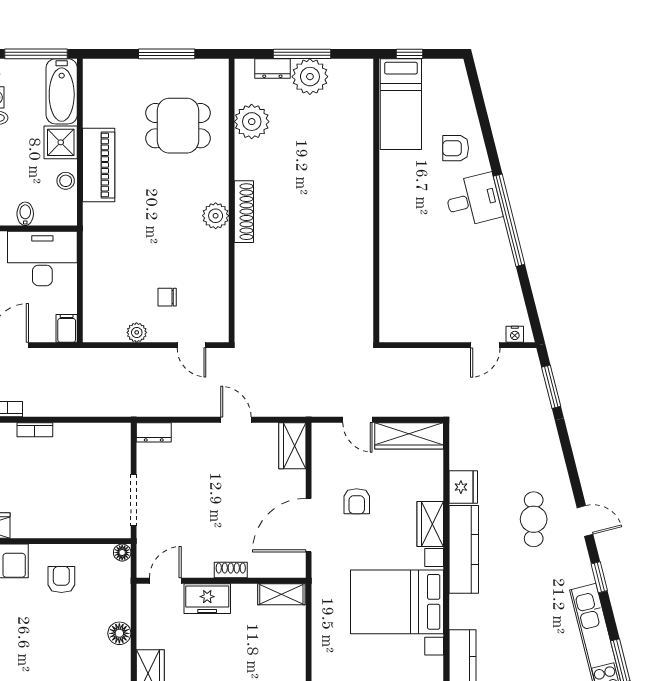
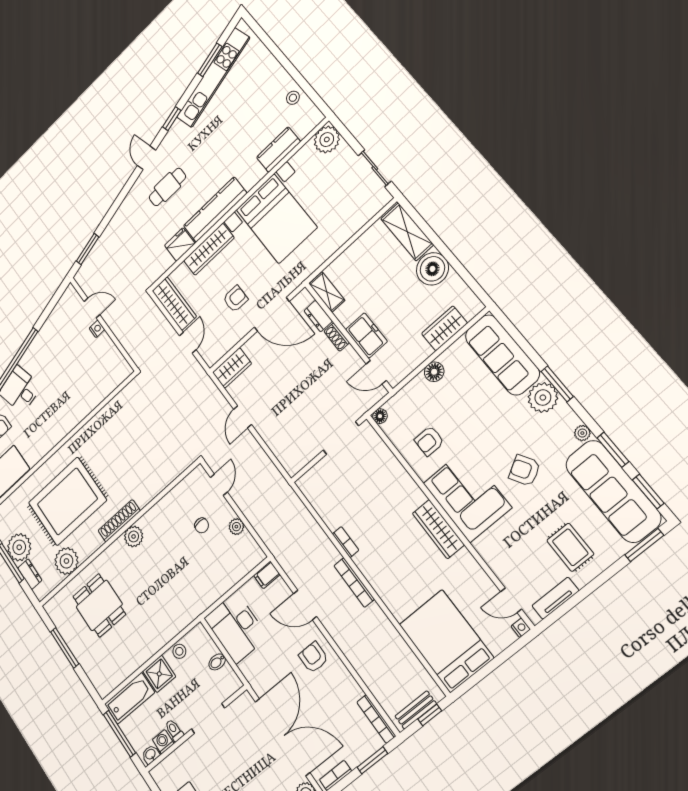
piano: (99, 165) -> (155, 637), removed
rug: (311, 168) -> (67, 501), added
nightstand: (515, 334) -> (97, 329), moved
dresser: (154, 432) -> (318, 316), moved, turned 180
wardrobe: (430, 524) -> (209, 249), width x1.50

